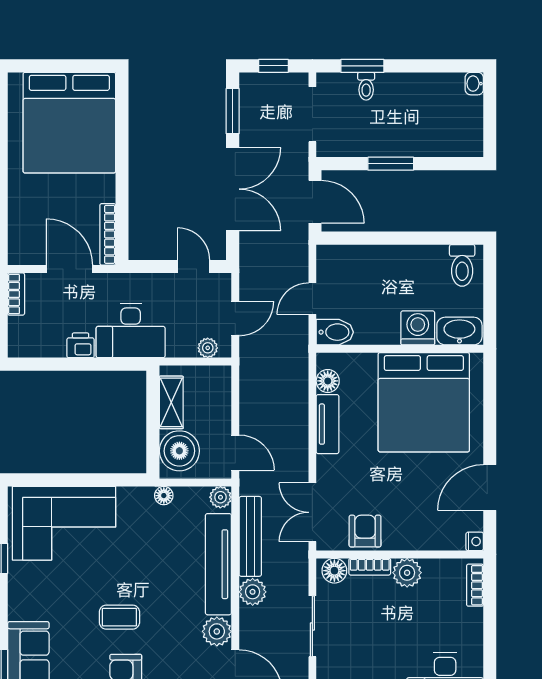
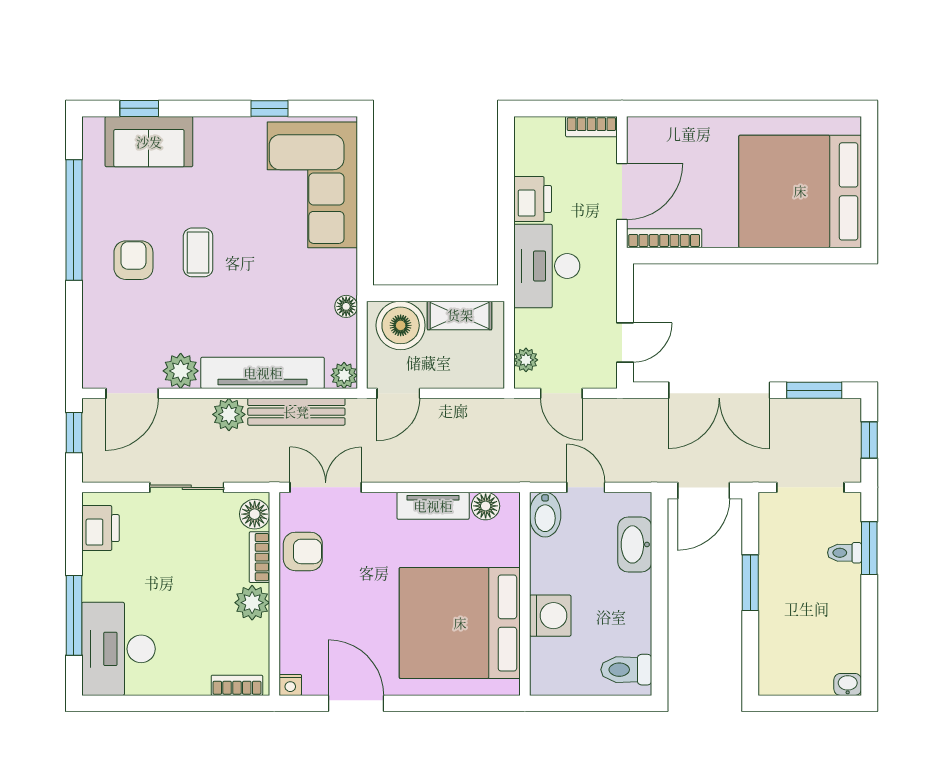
washbasin: (459, 331) -> (635, 544), moved, turned 180
printer: (81, 345) -> (533, 199), width x1.36, depth x1.24

